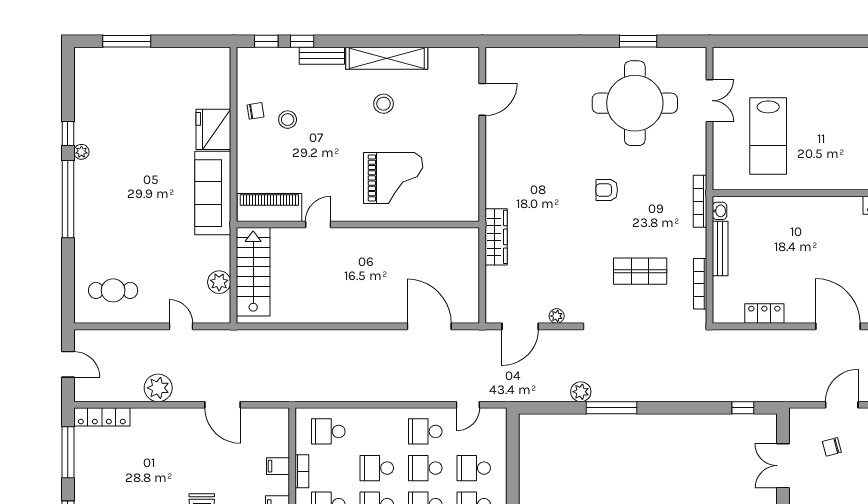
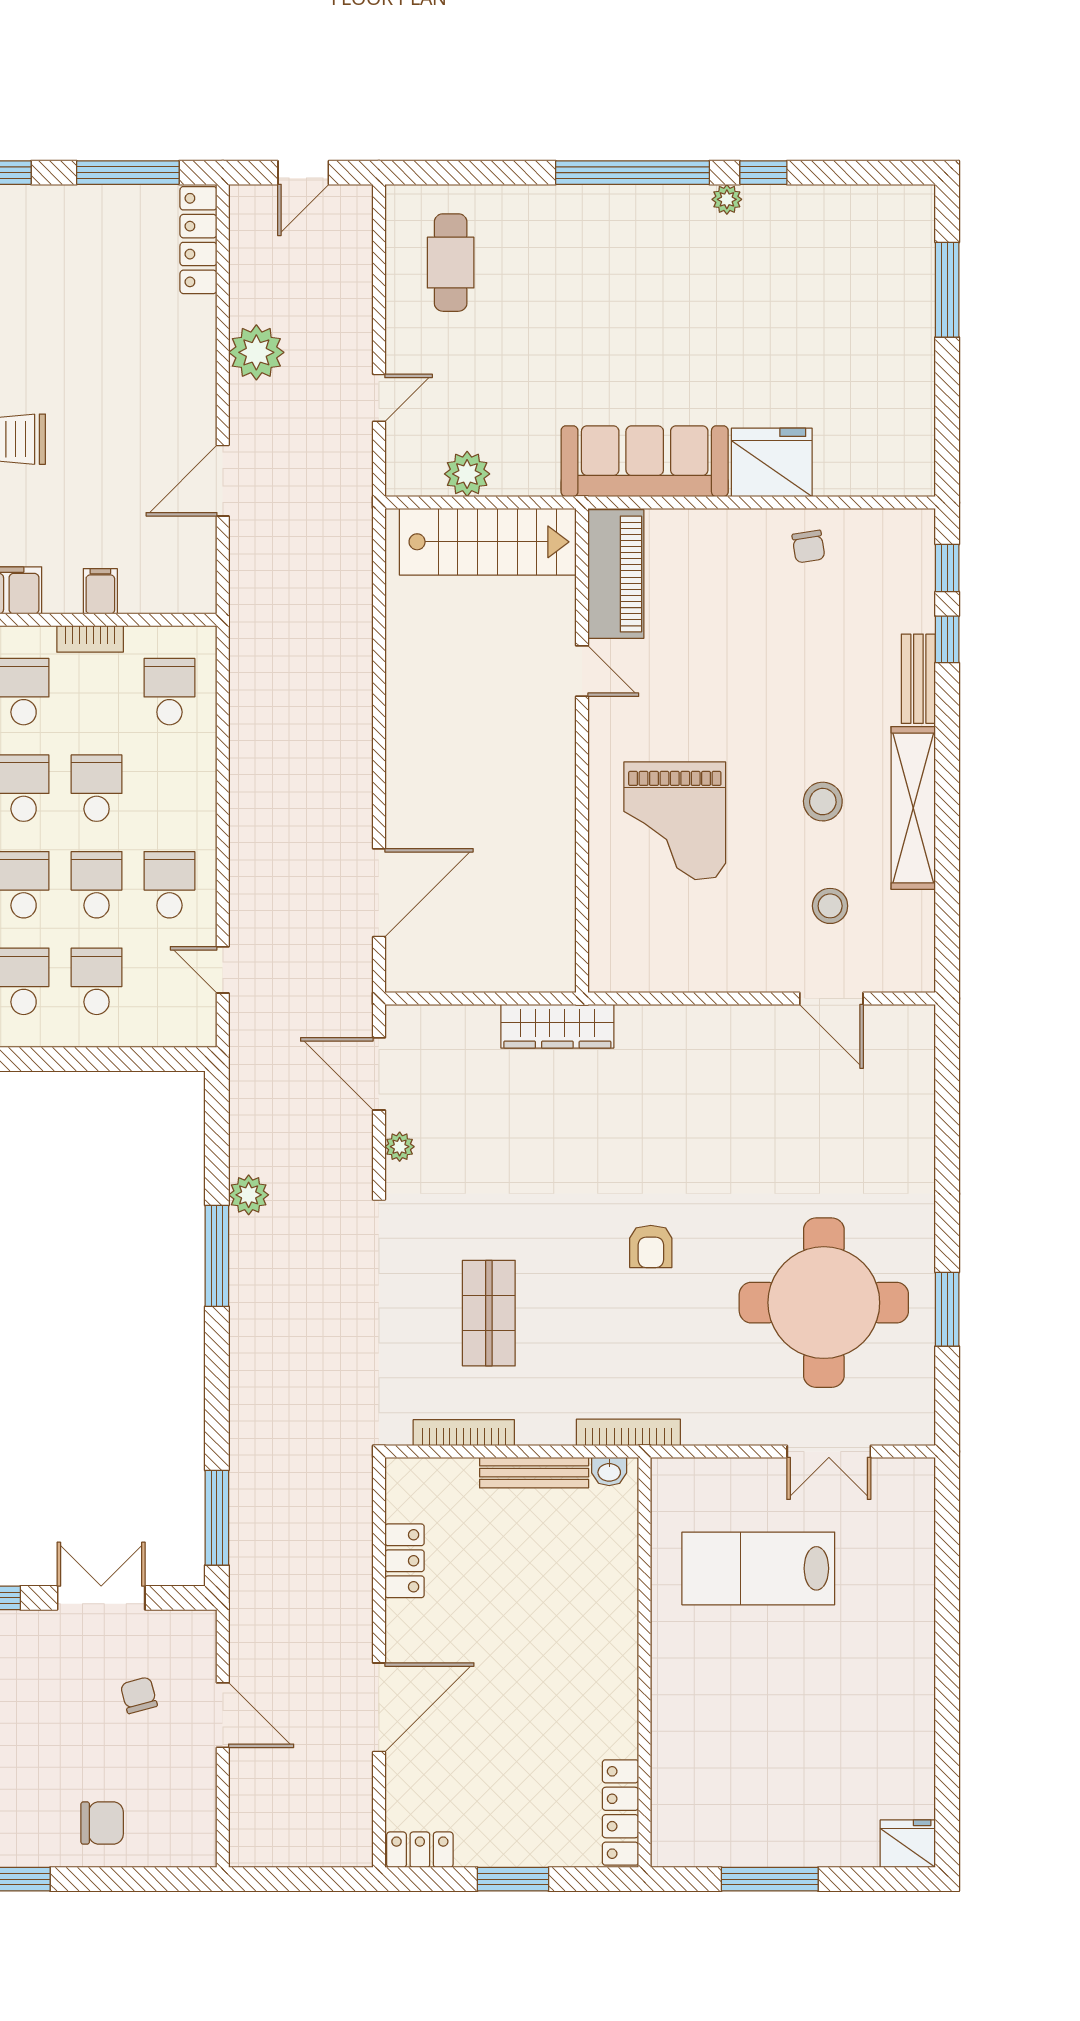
stool: (288, 120) -> (830, 906), moved
armchair: (607, 190) -> (651, 1246), turned 180
window: (743, 408) -> (217, 1518), width x2.17

